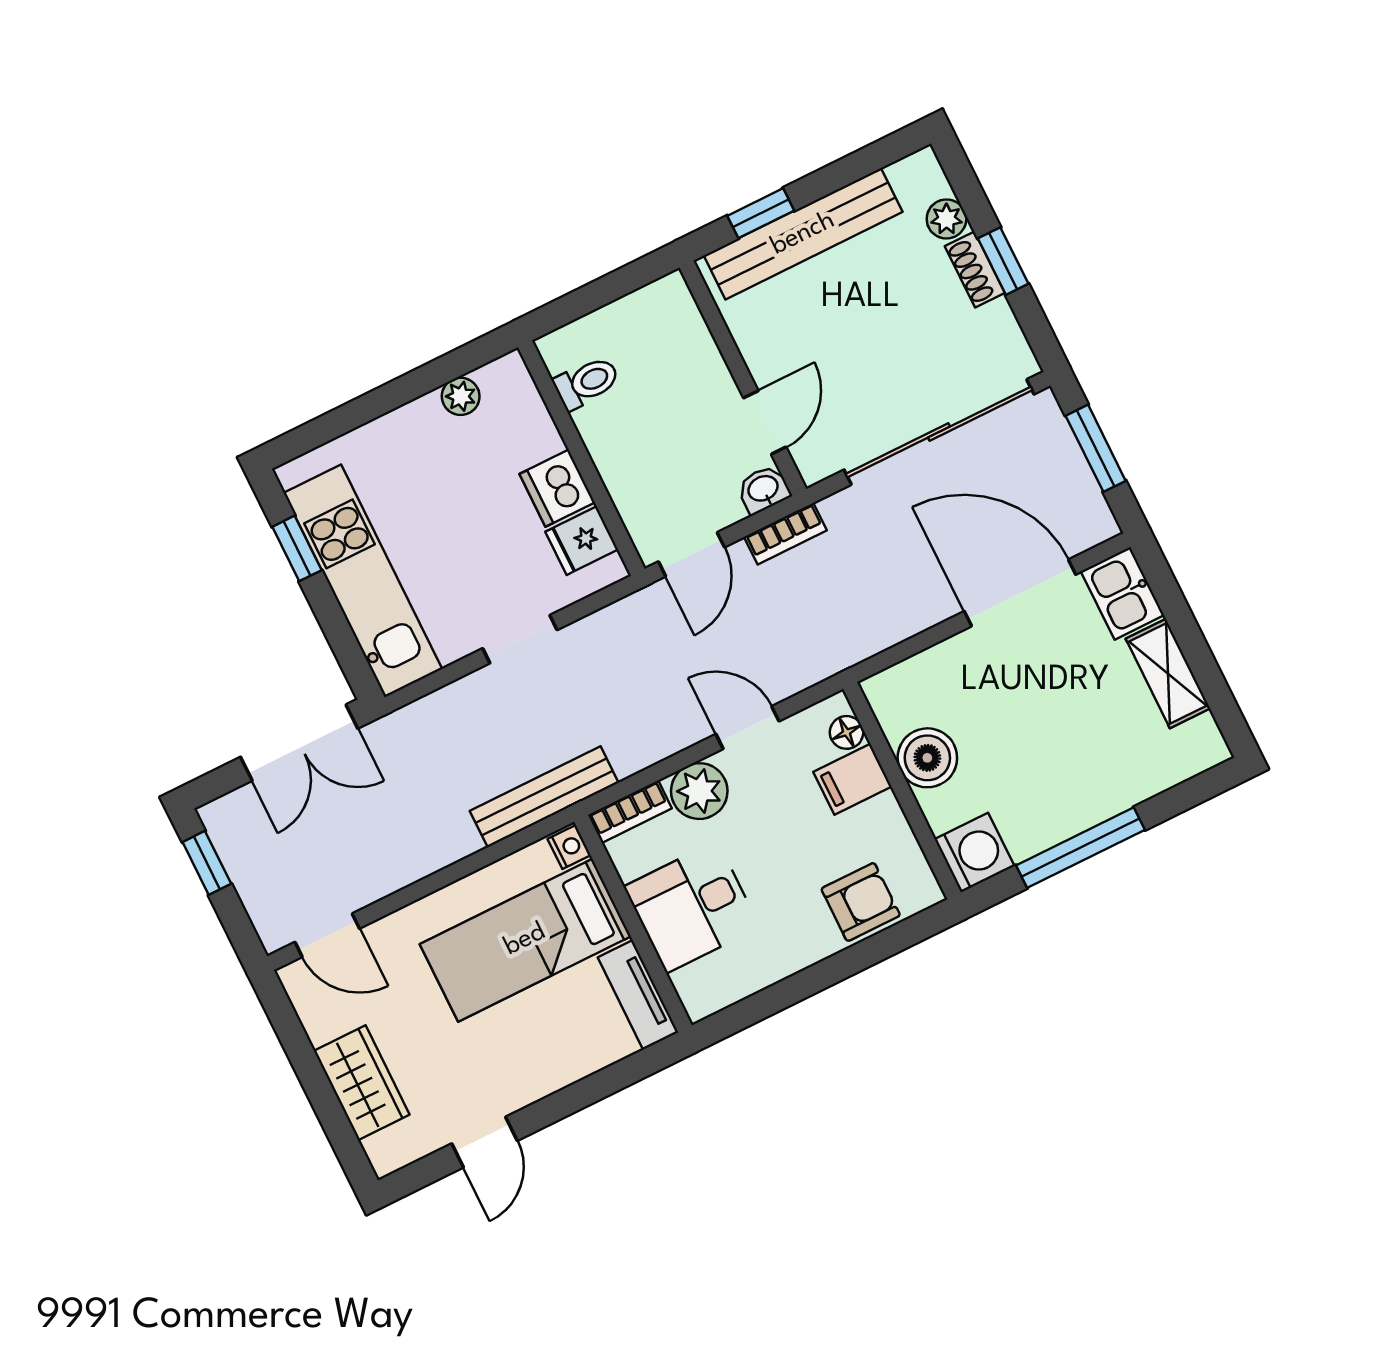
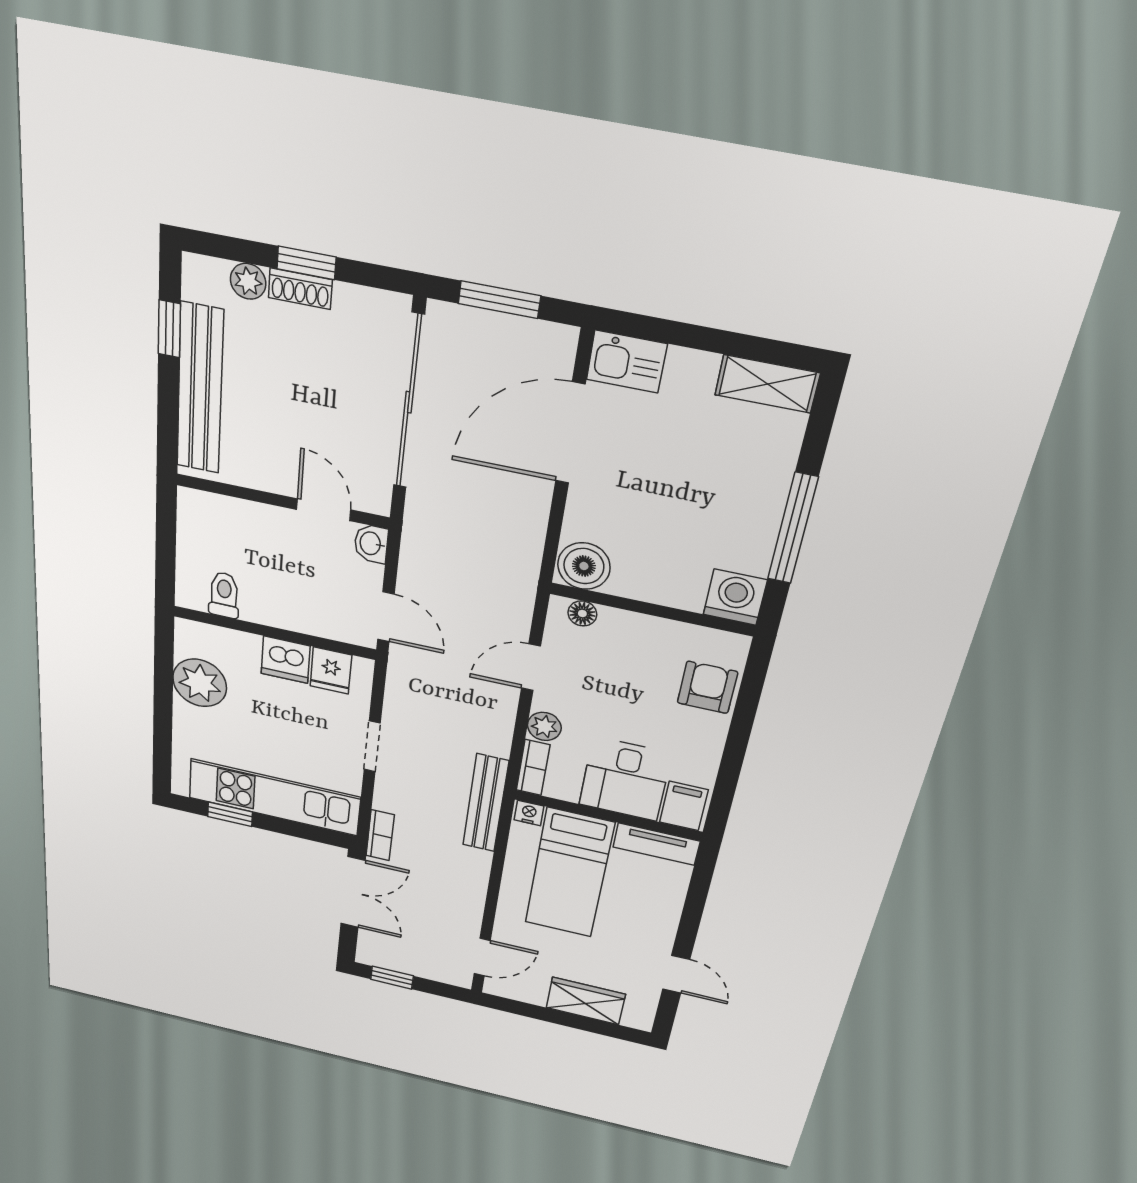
window: (761, 213) -> (169, 329), moved
plant: (461, 396) -> (200, 683), width x1.88, depth x1.88
bookcase: (785, 534) -> (380, 835), moved
shelving: (1168, 674) -> (767, 384), moved
boiler: (927, 758) -> (584, 566), moved
filing cabinet: (852, 779) -> (684, 806), moved, turned 180
plant: (699, 791) -> (544, 726), width x0.73, depth x0.73

